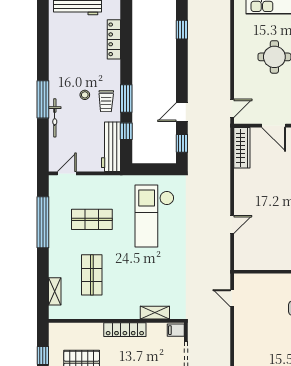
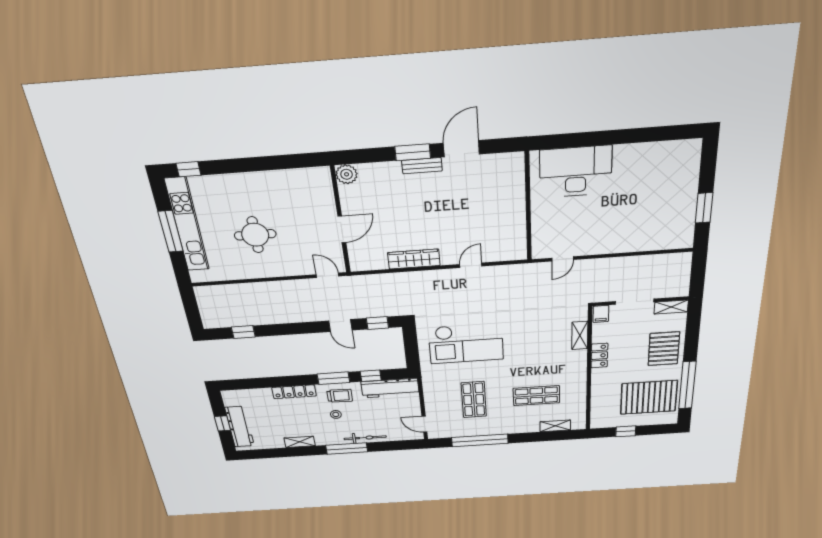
locker: (114, 39) -> (294, 392), moved
shelving: (55, 57) -> (300, 442), added
wardrobe: (242, 148) -> (414, 259), moved
door: (232, 225) -> (471, 265), hinge flipped
locker: (125, 330) -> (599, 356), width x0.66

